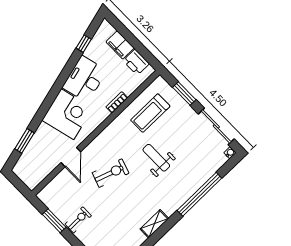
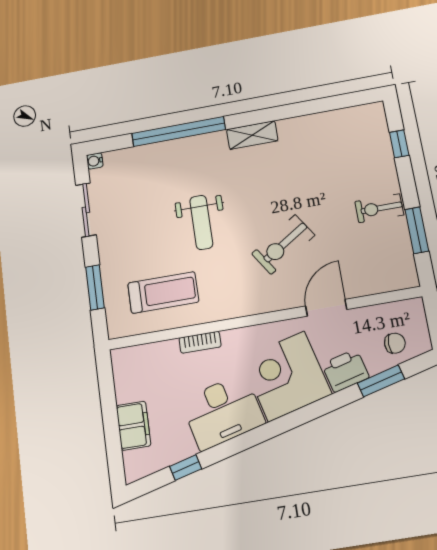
printer: (136, 62) -> (345, 371), moved, turned -104
sliding door: (216, 126) -> (86, 210), width x0.73
chair: (30, 162) -> (395, 343), added
exercise bike: (111, 173) -> (283, 244), turned -52
shelving: (154, 224) -> (252, 135), moved

